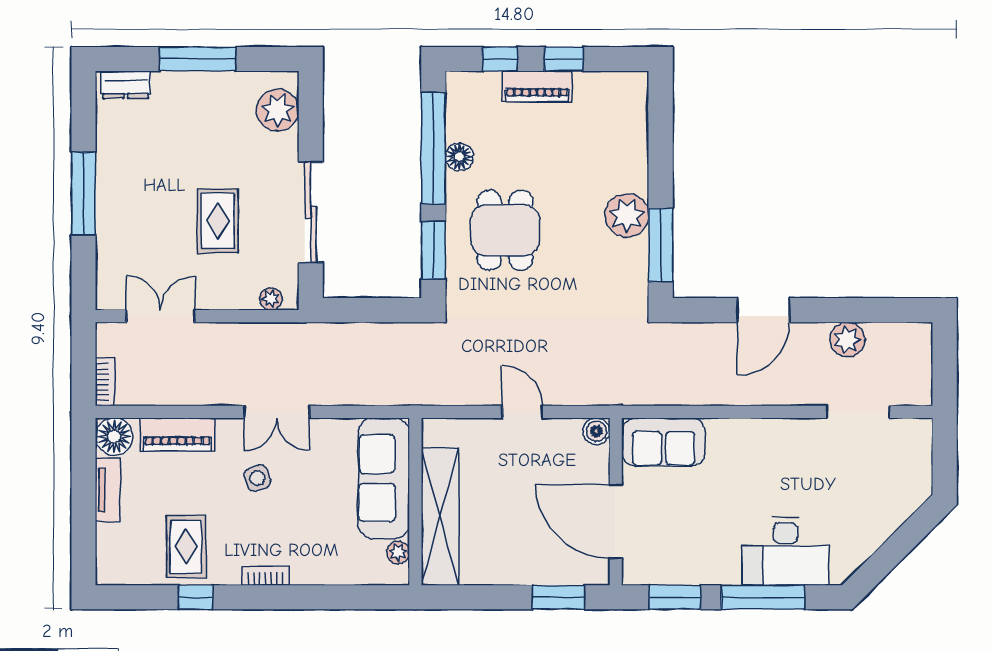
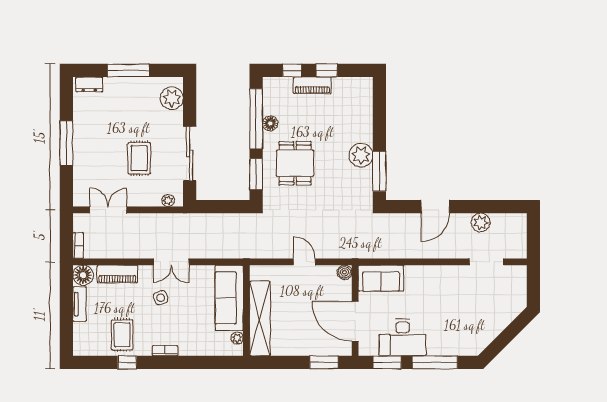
desk: (785, 551) -> (403, 337), moved

